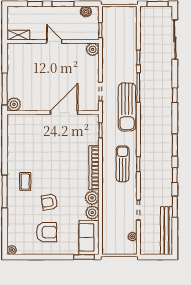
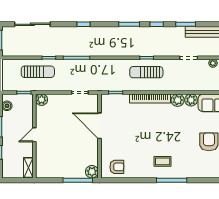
sun lounger: (127, 107) -> (38, 72), moved, width x0.73, depth x0.75
armchair: (49, 202) -> (117, 167), moved, turned -81

